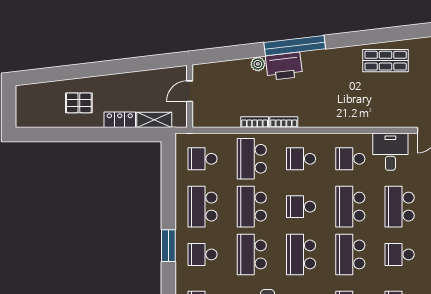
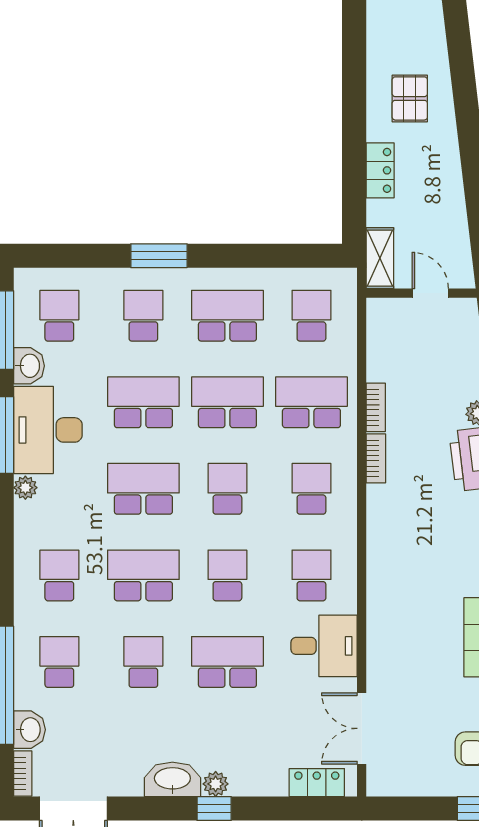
shelving: (154, 120) -> (380, 258), moved
school desk: (350, 207) -> (227, 575), width x0.54

